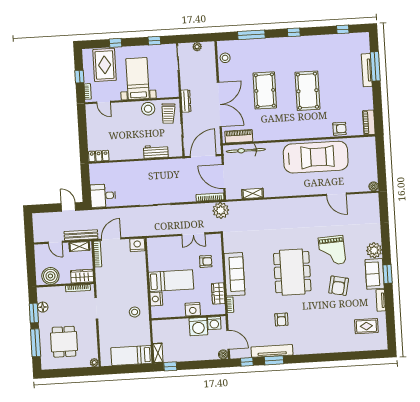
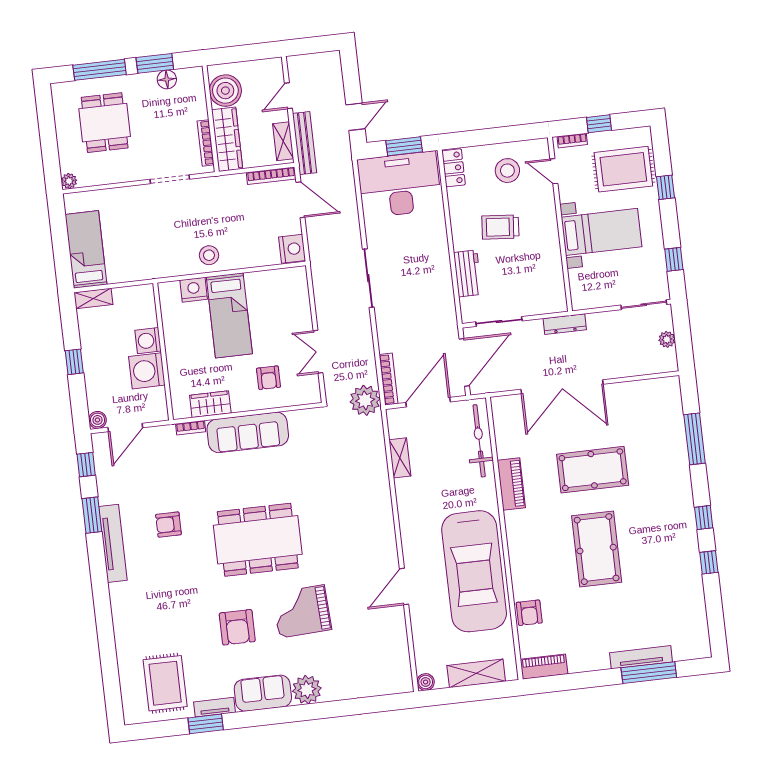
window: (343, 29) -> (709, 562), moved
stool: (225, 58) -> (649, 393), removed
pool table: (307, 91) -> (597, 549), turned 90
door: (104, 102) -> (554, 171), hinge flipped
stool: (148, 109) -> (507, 171), moved
trolley: (168, 113) -> (500, 227), moved
piano: (239, 136) -> (511, 484), moved
door: (203, 156) -> (464, 362), hinge flipped
shelving: (370, 159) -> (476, 673), added
window: (86, 182) -> (404, 146), added
door: (336, 194) -> (404, 586), moved
desk: (103, 196) -> (399, 185), width x1.87, depth x1.30
window: (388, 274) -> (206, 724), moved
wardrobe: (82, 276) -> (227, 139), width x1.50
armchair: (339, 286) -> (237, 627), turned -102
nightstand: (193, 309) -> (178, 359), removed
stool: (135, 312) -> (209, 255), moved
washing machine: (214, 323) -> (148, 341), moved
rug: (366, 326) -> (165, 683), width x1.36, depth x1.43
dining table: (64, 342) -> (105, 123), turned 90
tv unit: (272, 351) -> (113, 543), moved
window: (170, 366) -> (74, 362), moved

